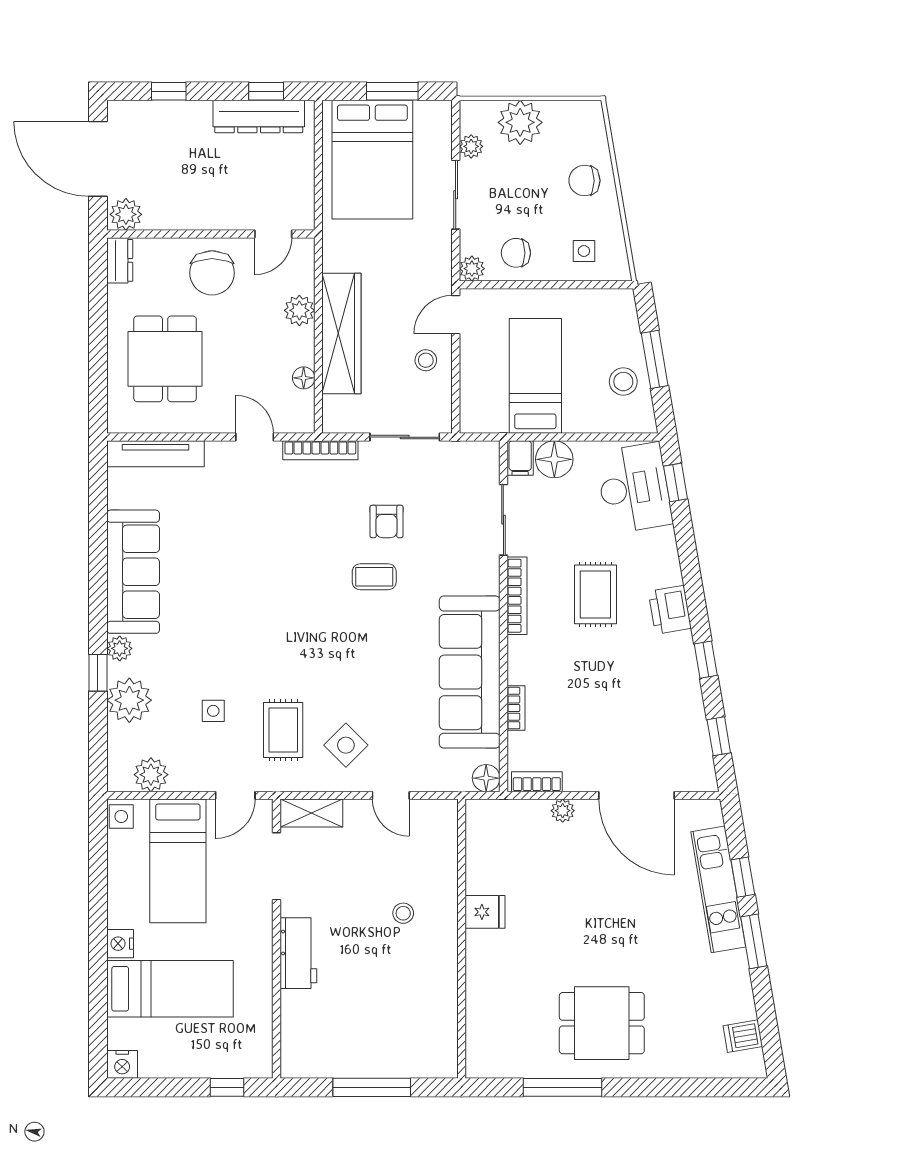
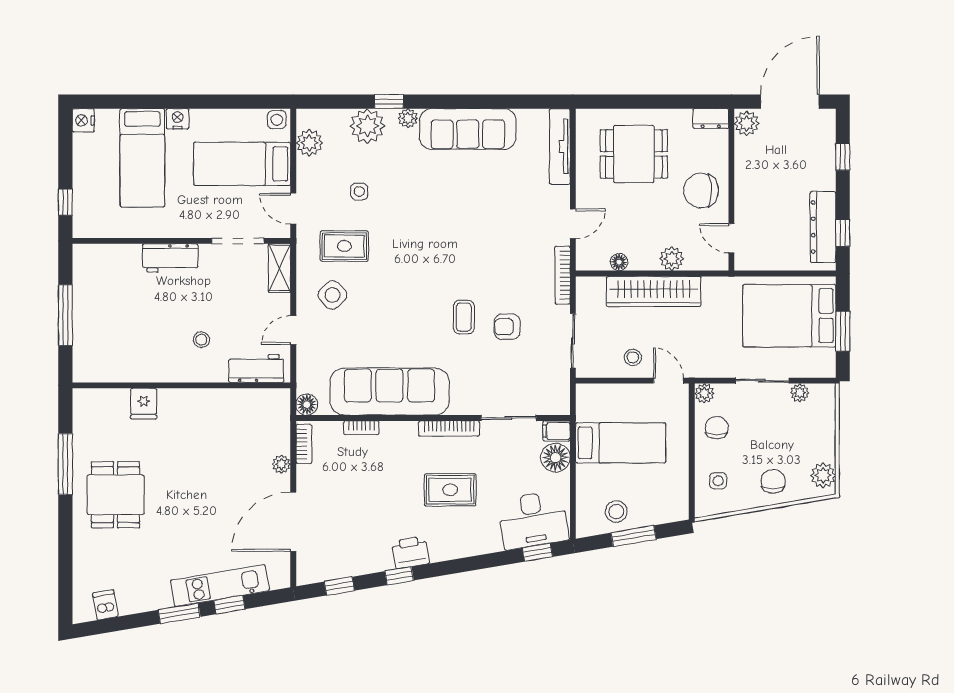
plant: (520, 122) -> (823, 475), moved, width x0.73, depth x0.73
printer: (670, 610) -> (410, 552), moved
workbench: (440, 843) -> (256, 368), added
fridge: (485, 912) -> (144, 404), moved

